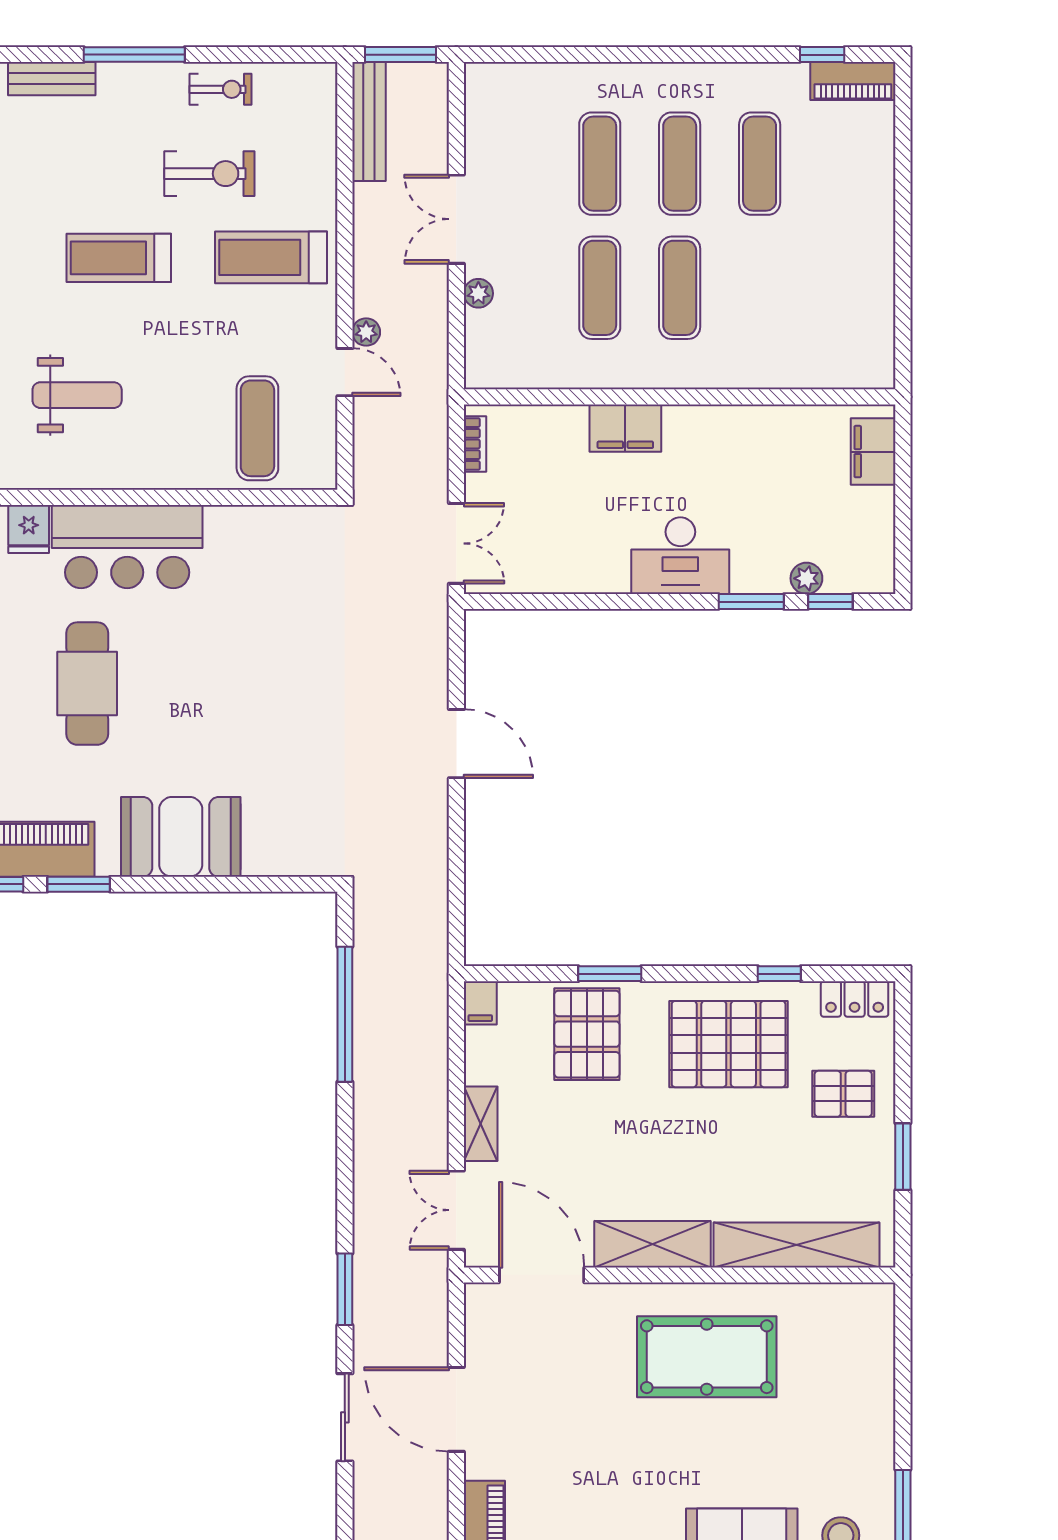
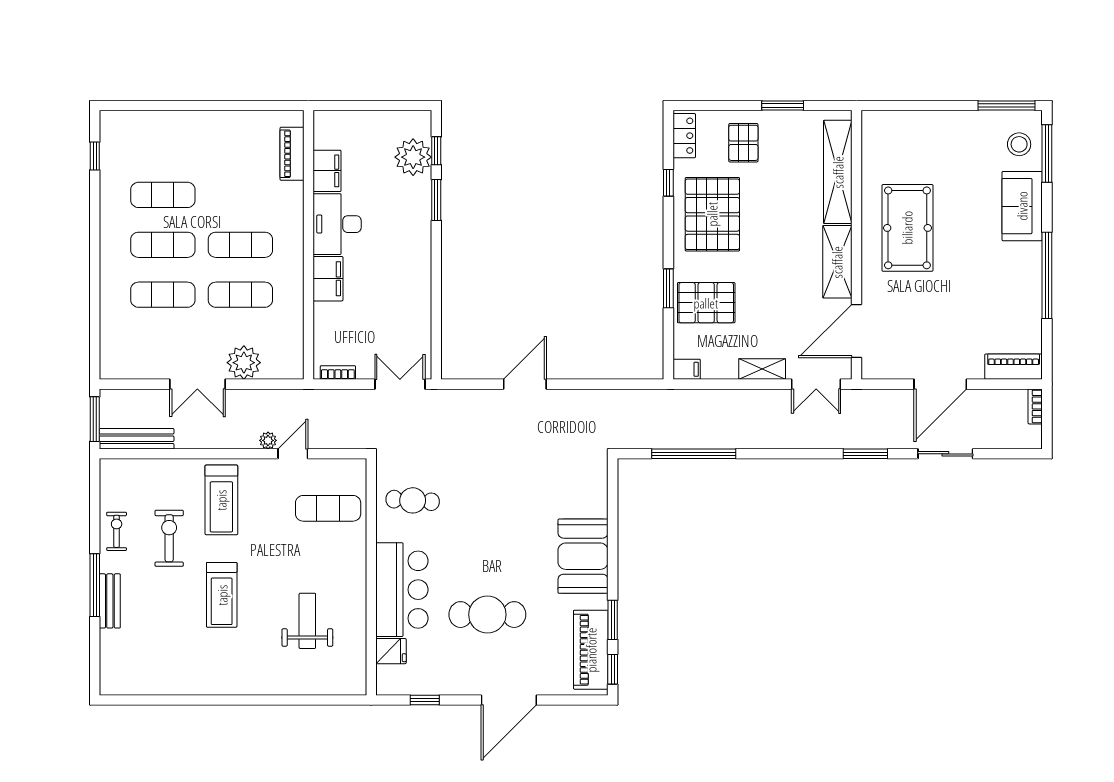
bench: (52, 79) -> (110, 601), moved
piano: (853, 81) -> (292, 154), moved, turned 180
plant: (478, 293) -> (244, 363), width x1.88, depth x1.88
filing cabinet: (873, 452) -> (327, 171), moved, turned -90
desk: (680, 556) -> (337, 224), moved, turned 180
cafe table: (270, 564) -> (413, 500), added
plant: (806, 578) -> (413, 157), width x1.88, depth x1.88

